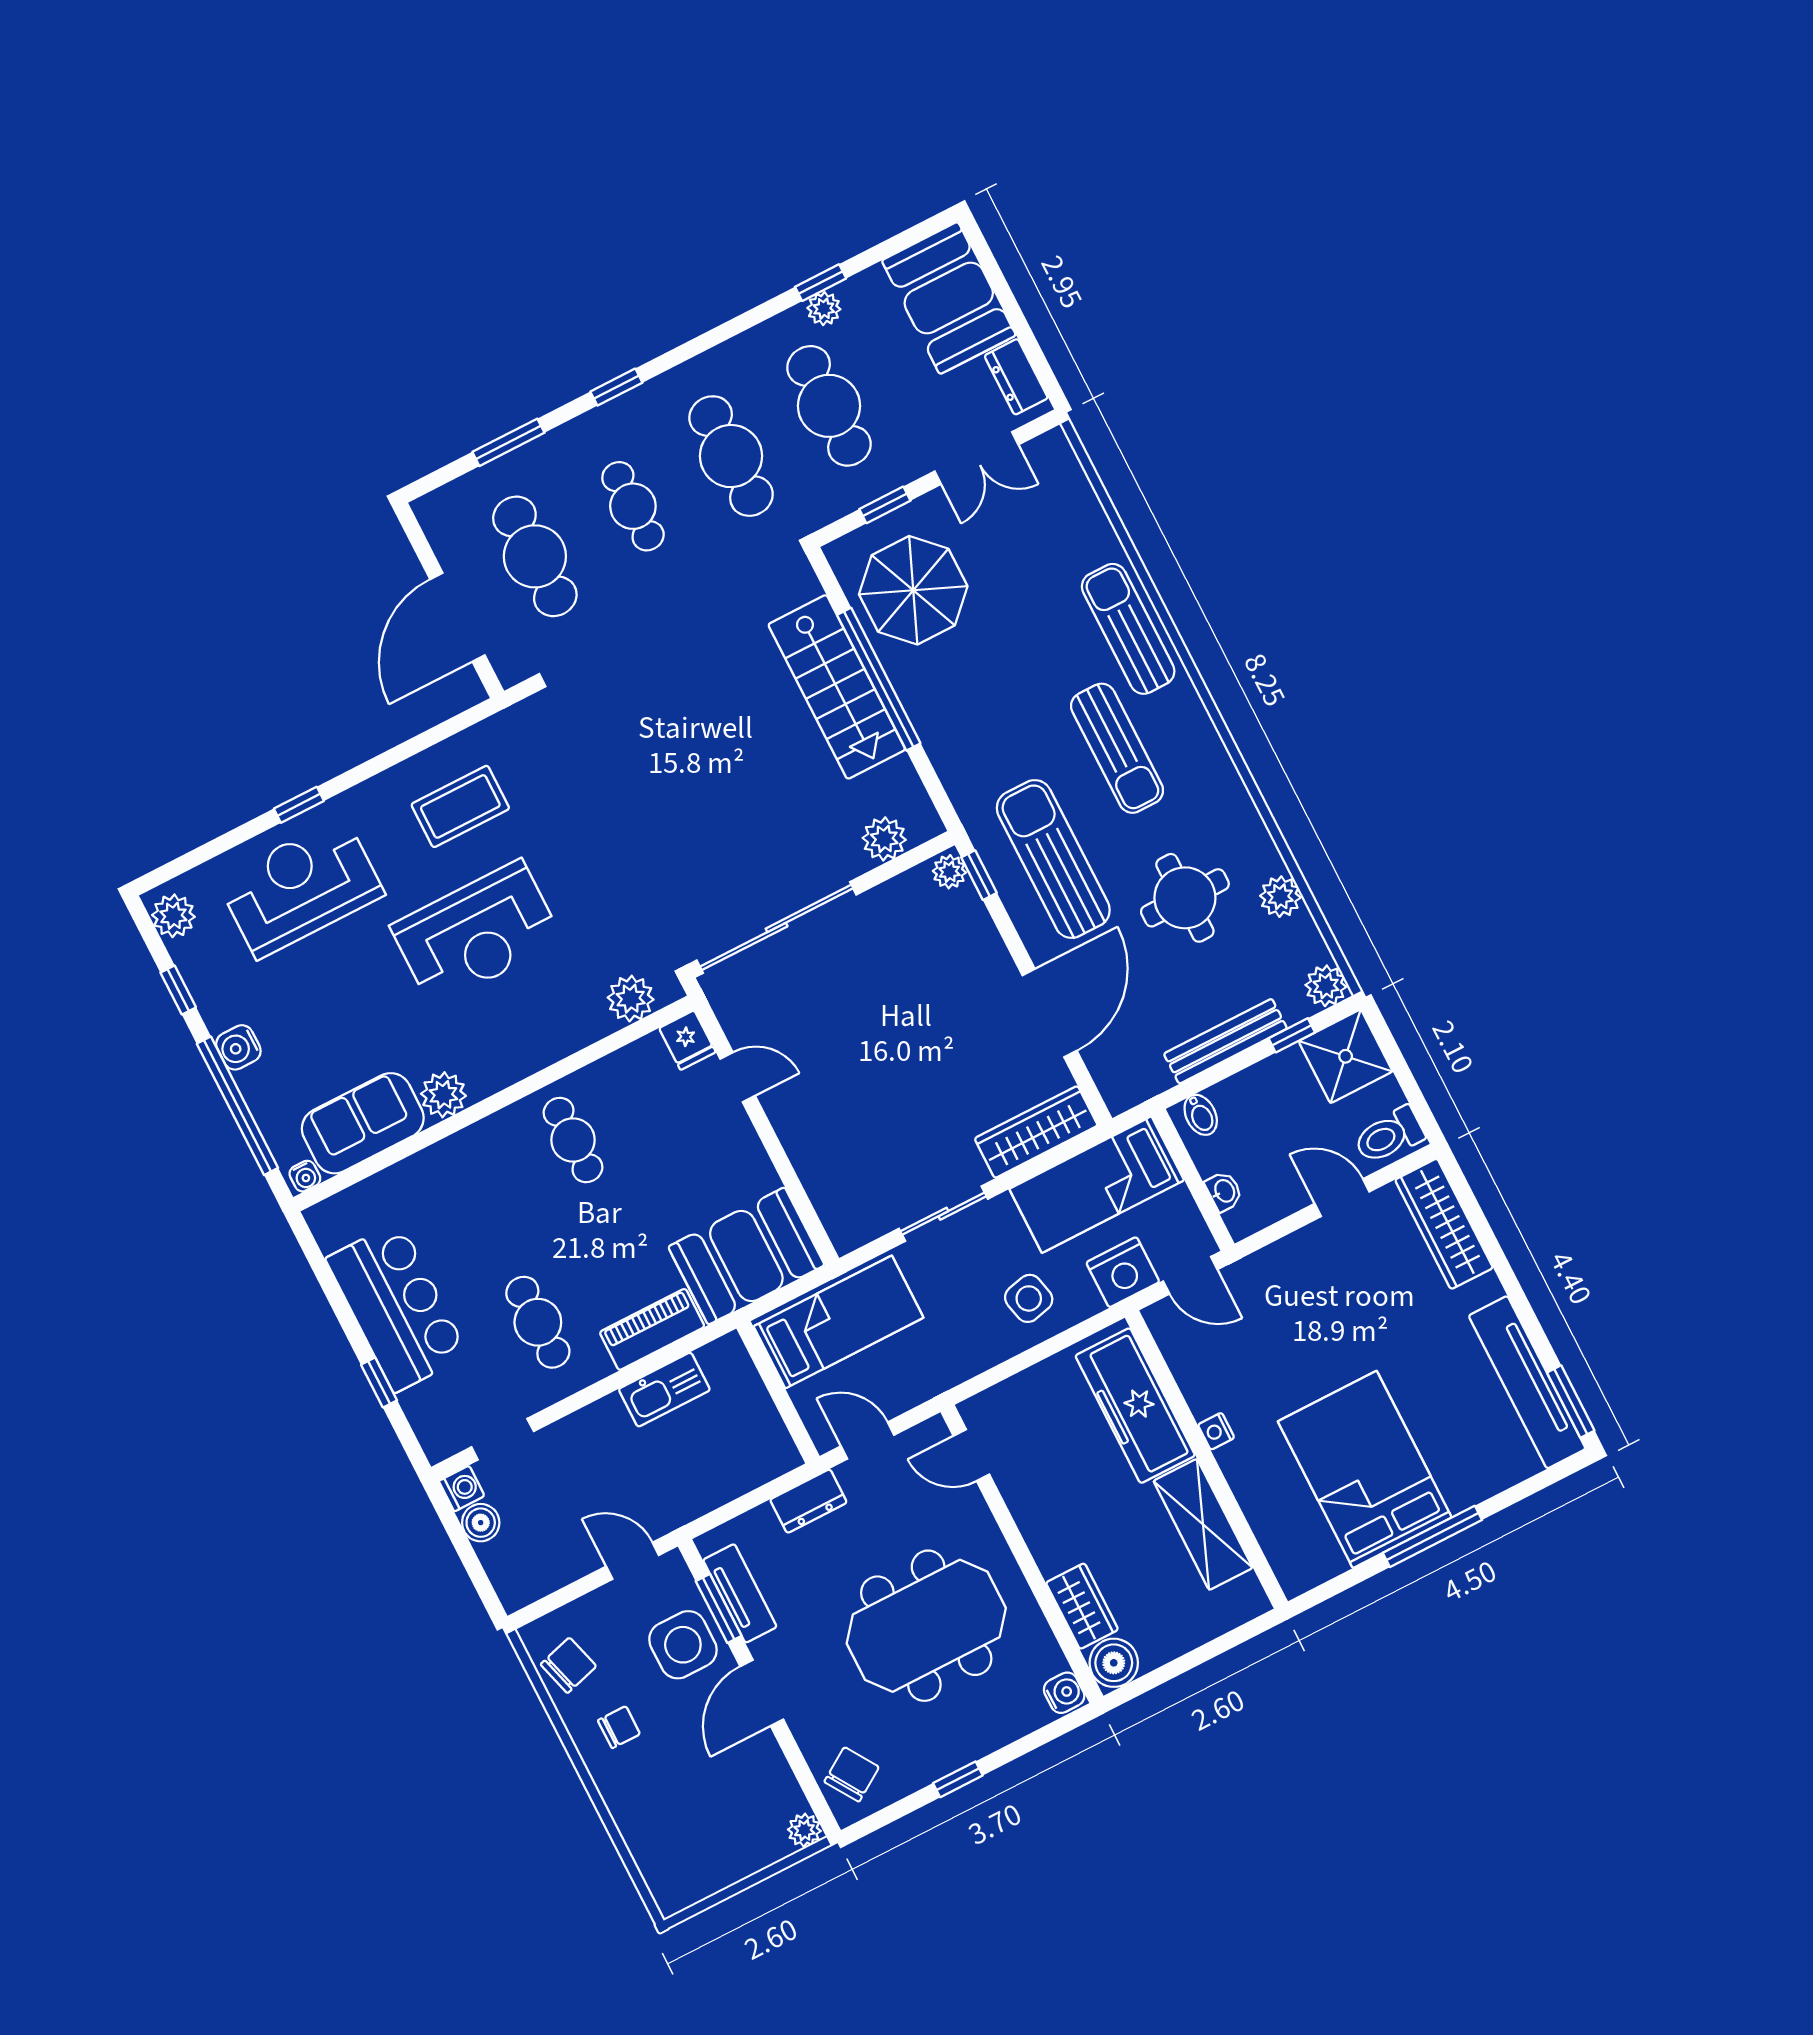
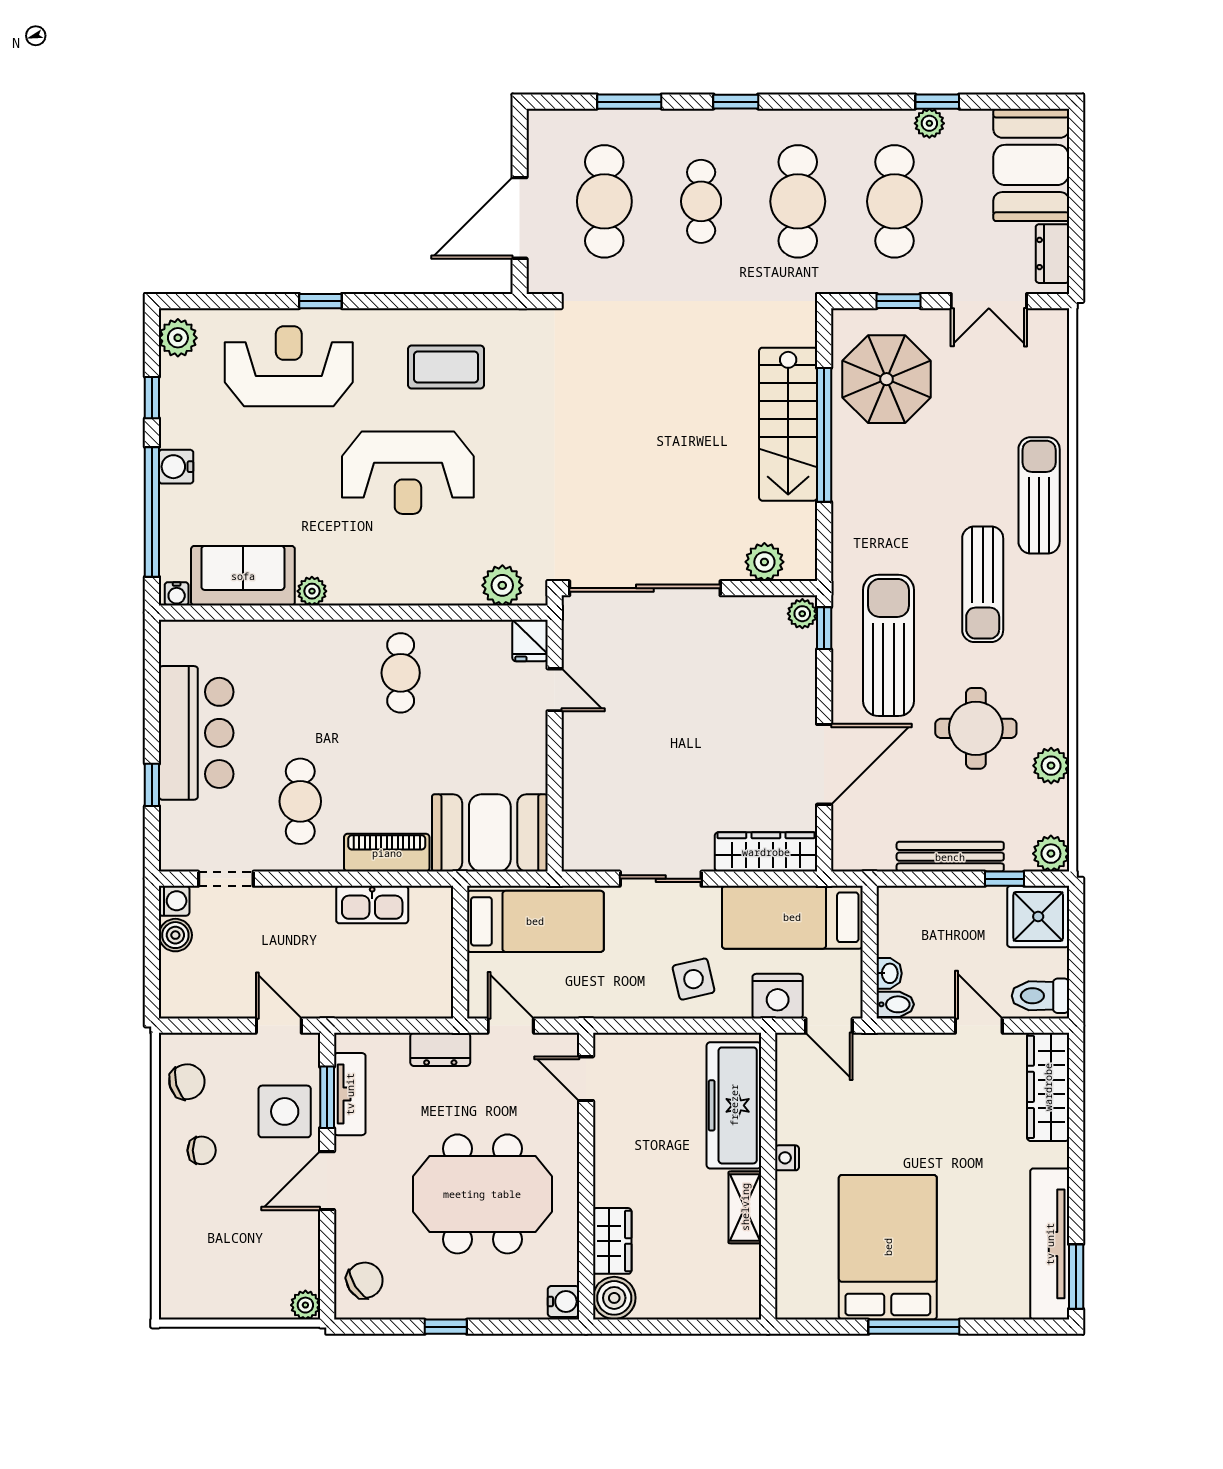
plant: (443, 1095) -> (312, 591), width x0.73, depth x0.73
bidet: (1201, 1115) -> (895, 1004), moved, turned -90
shelving: (1203, 1524) -> (745, 1207), width x0.67, depth x0.75

